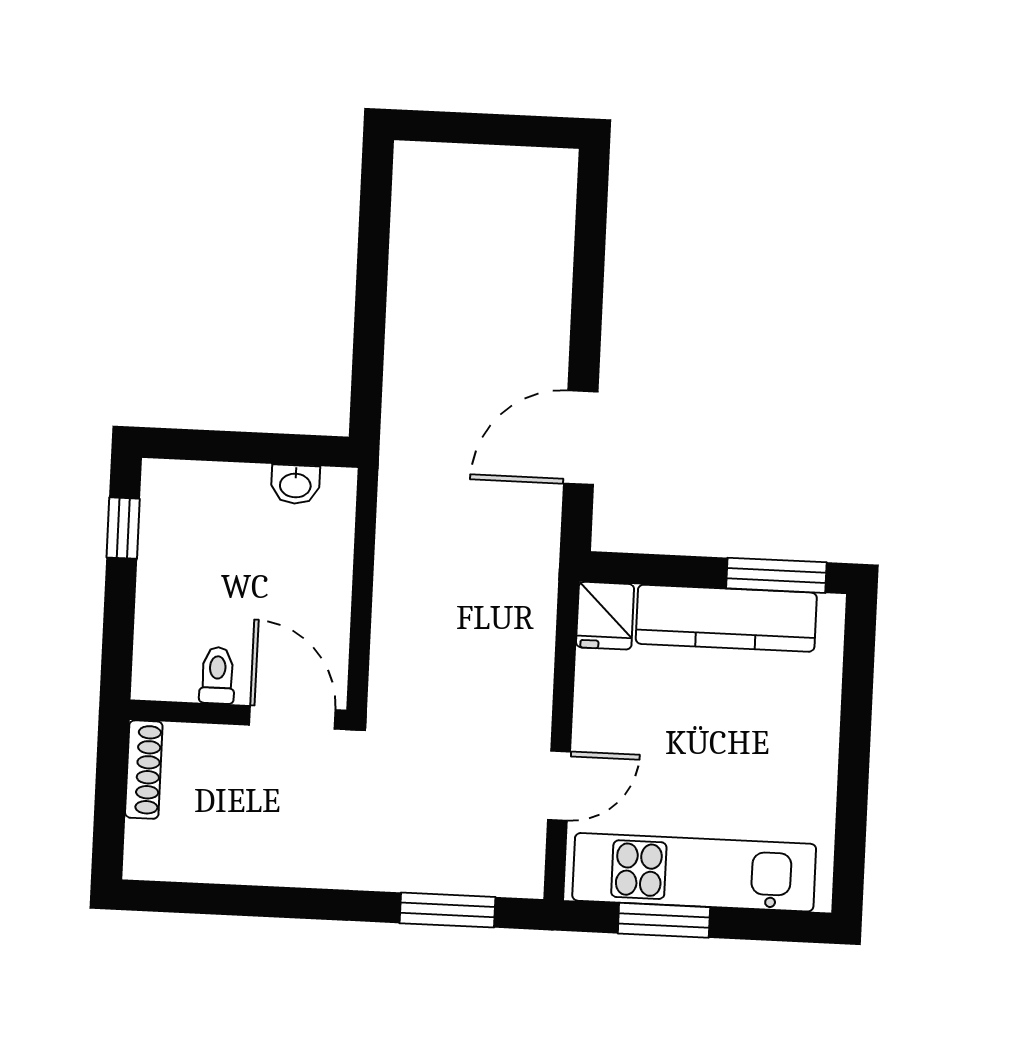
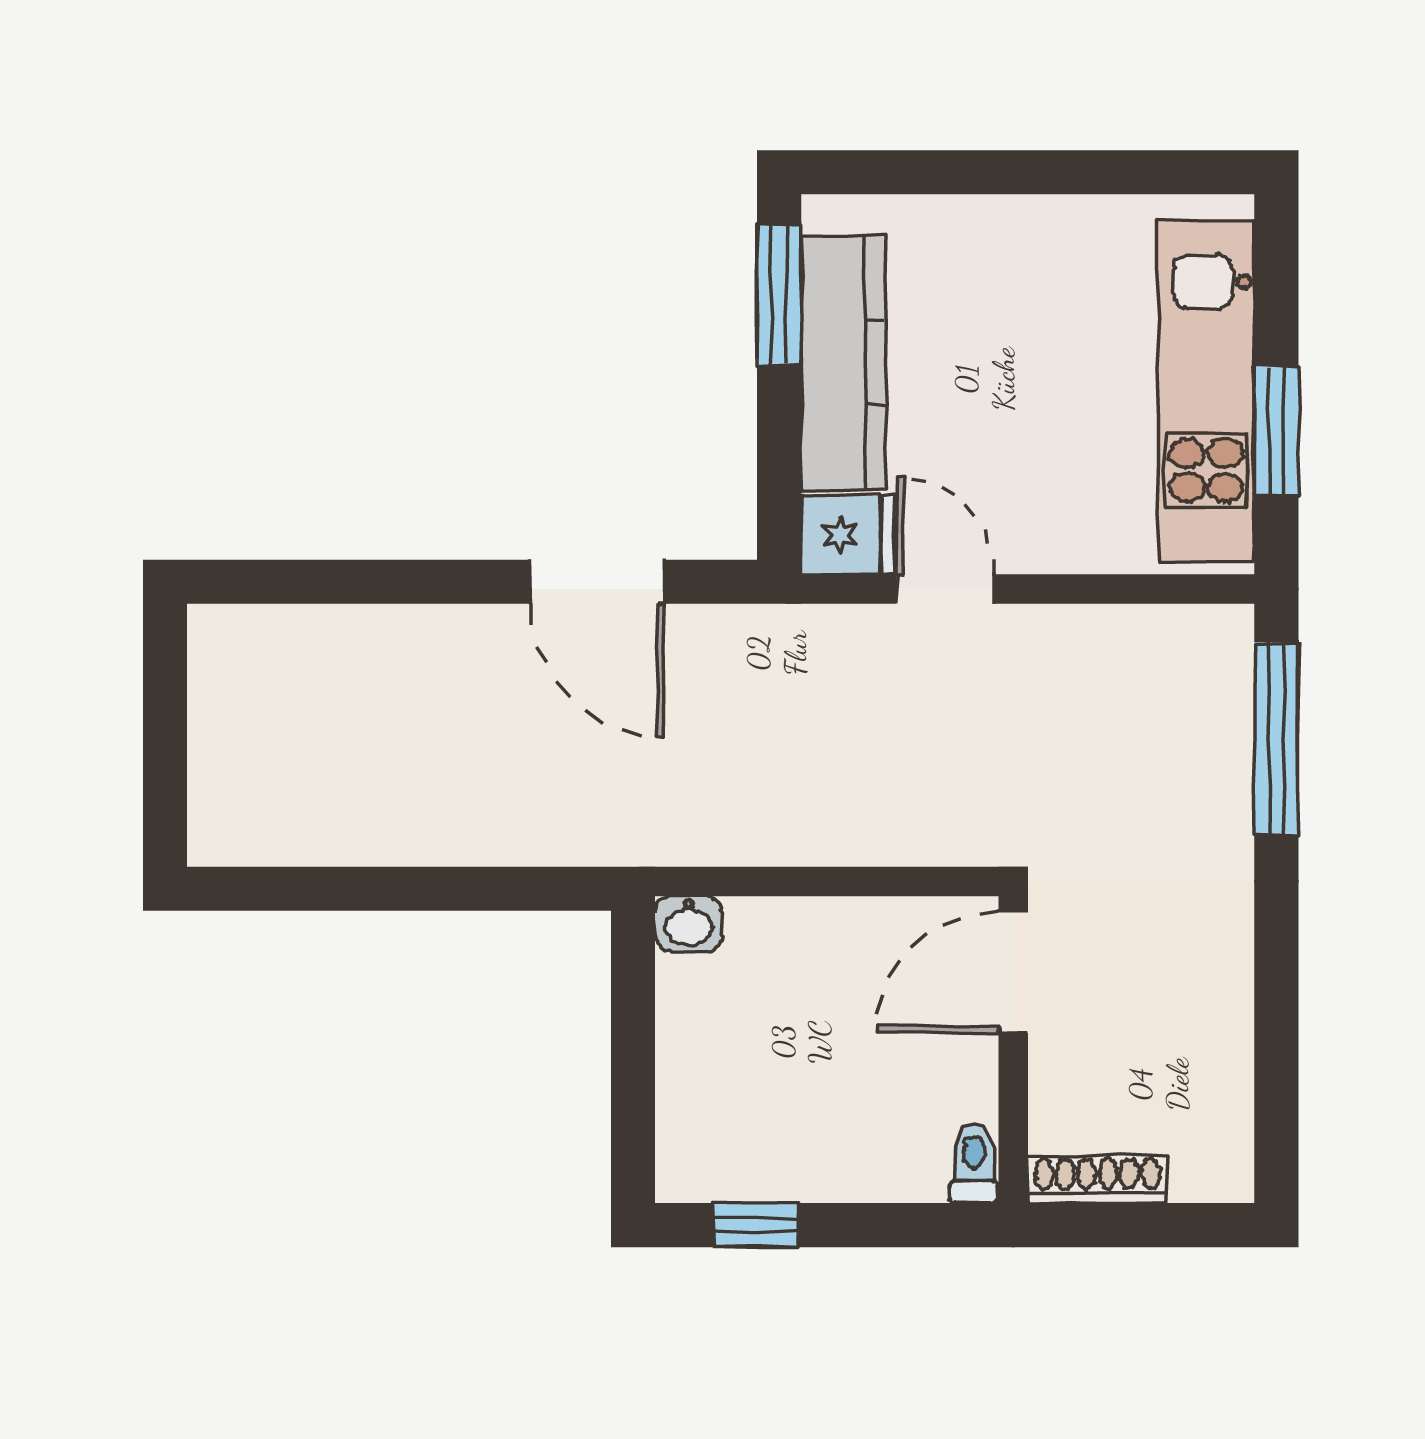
washbasin: (295, 484) -> (689, 923), moved, turned 90
toilet: (217, 675) -> (974, 1163), moved, turned 90
door: (559, 786) -> (945, 589), moved
window: (447, 910) -> (1276, 739), width x1.44

